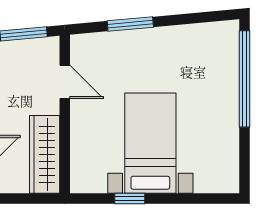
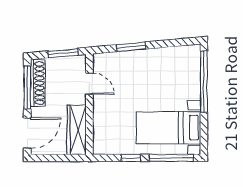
bed with nightstands: (150, 143) -> (169, 128), moved, turned -90
window: (193, 198) -> (171, 158), added

